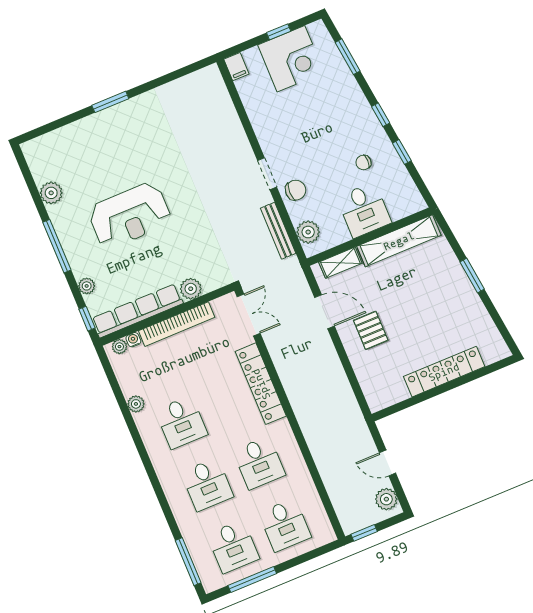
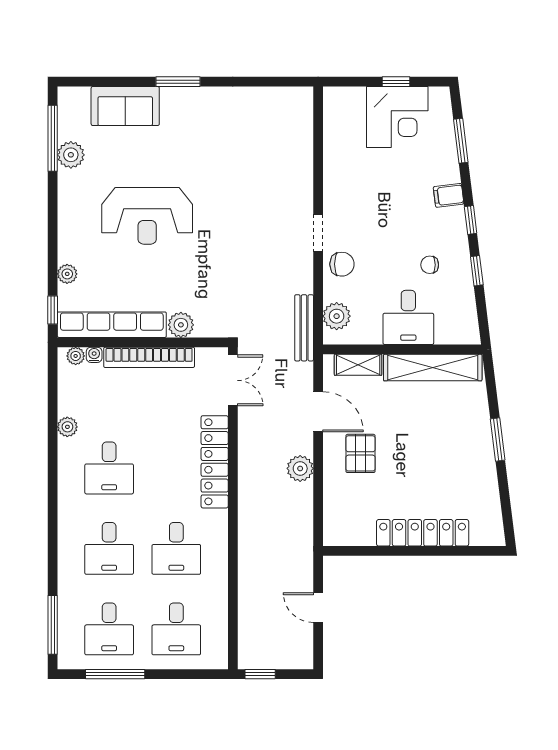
filing cabinet: (236, 67) -> (449, 195), moved, turned 83
sofa: (77, 138) -> (125, 106), added
bench: (278, 231) -> (304, 328), moved
window: (57, 246) -> (53, 138), moved
plant: (386, 499) -> (300, 468), moved

